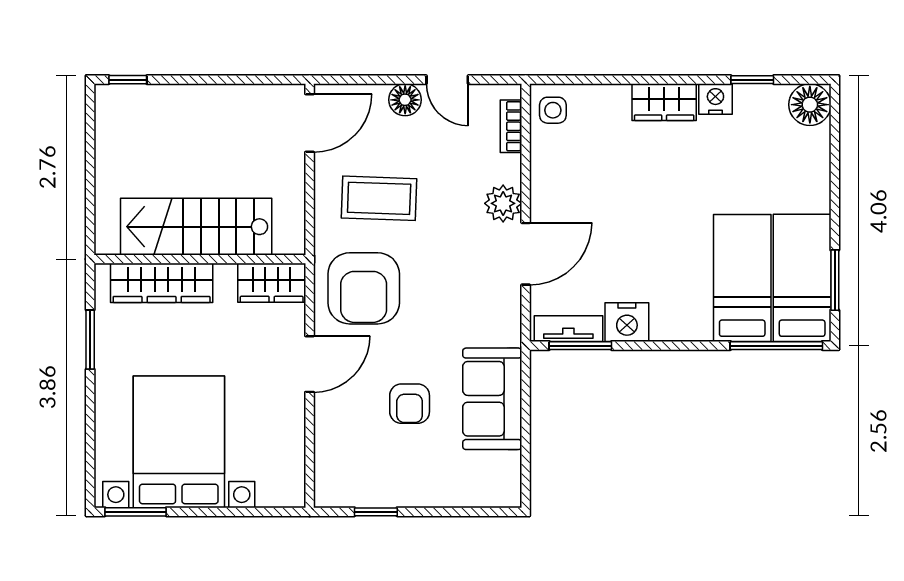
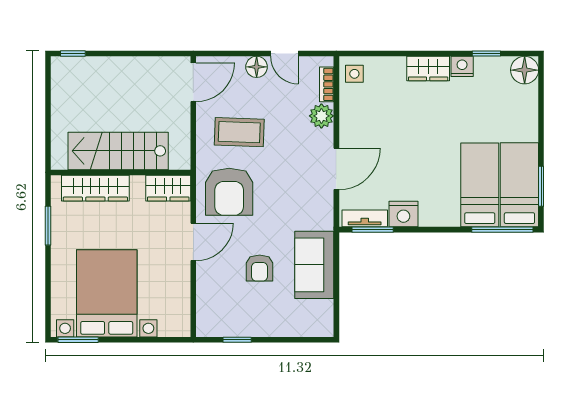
plant: (503, 203) -> (321, 116), moved

